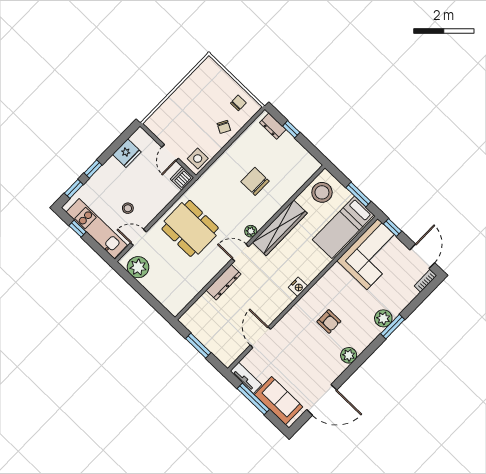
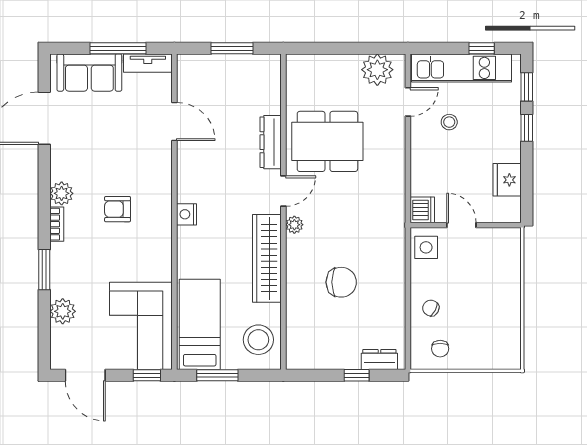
dining table: (190, 228) -> (327, 141), moved
bookcase: (425, 281) -> (57, 224), moved
plant: (383, 318) -> (63, 311), moved

